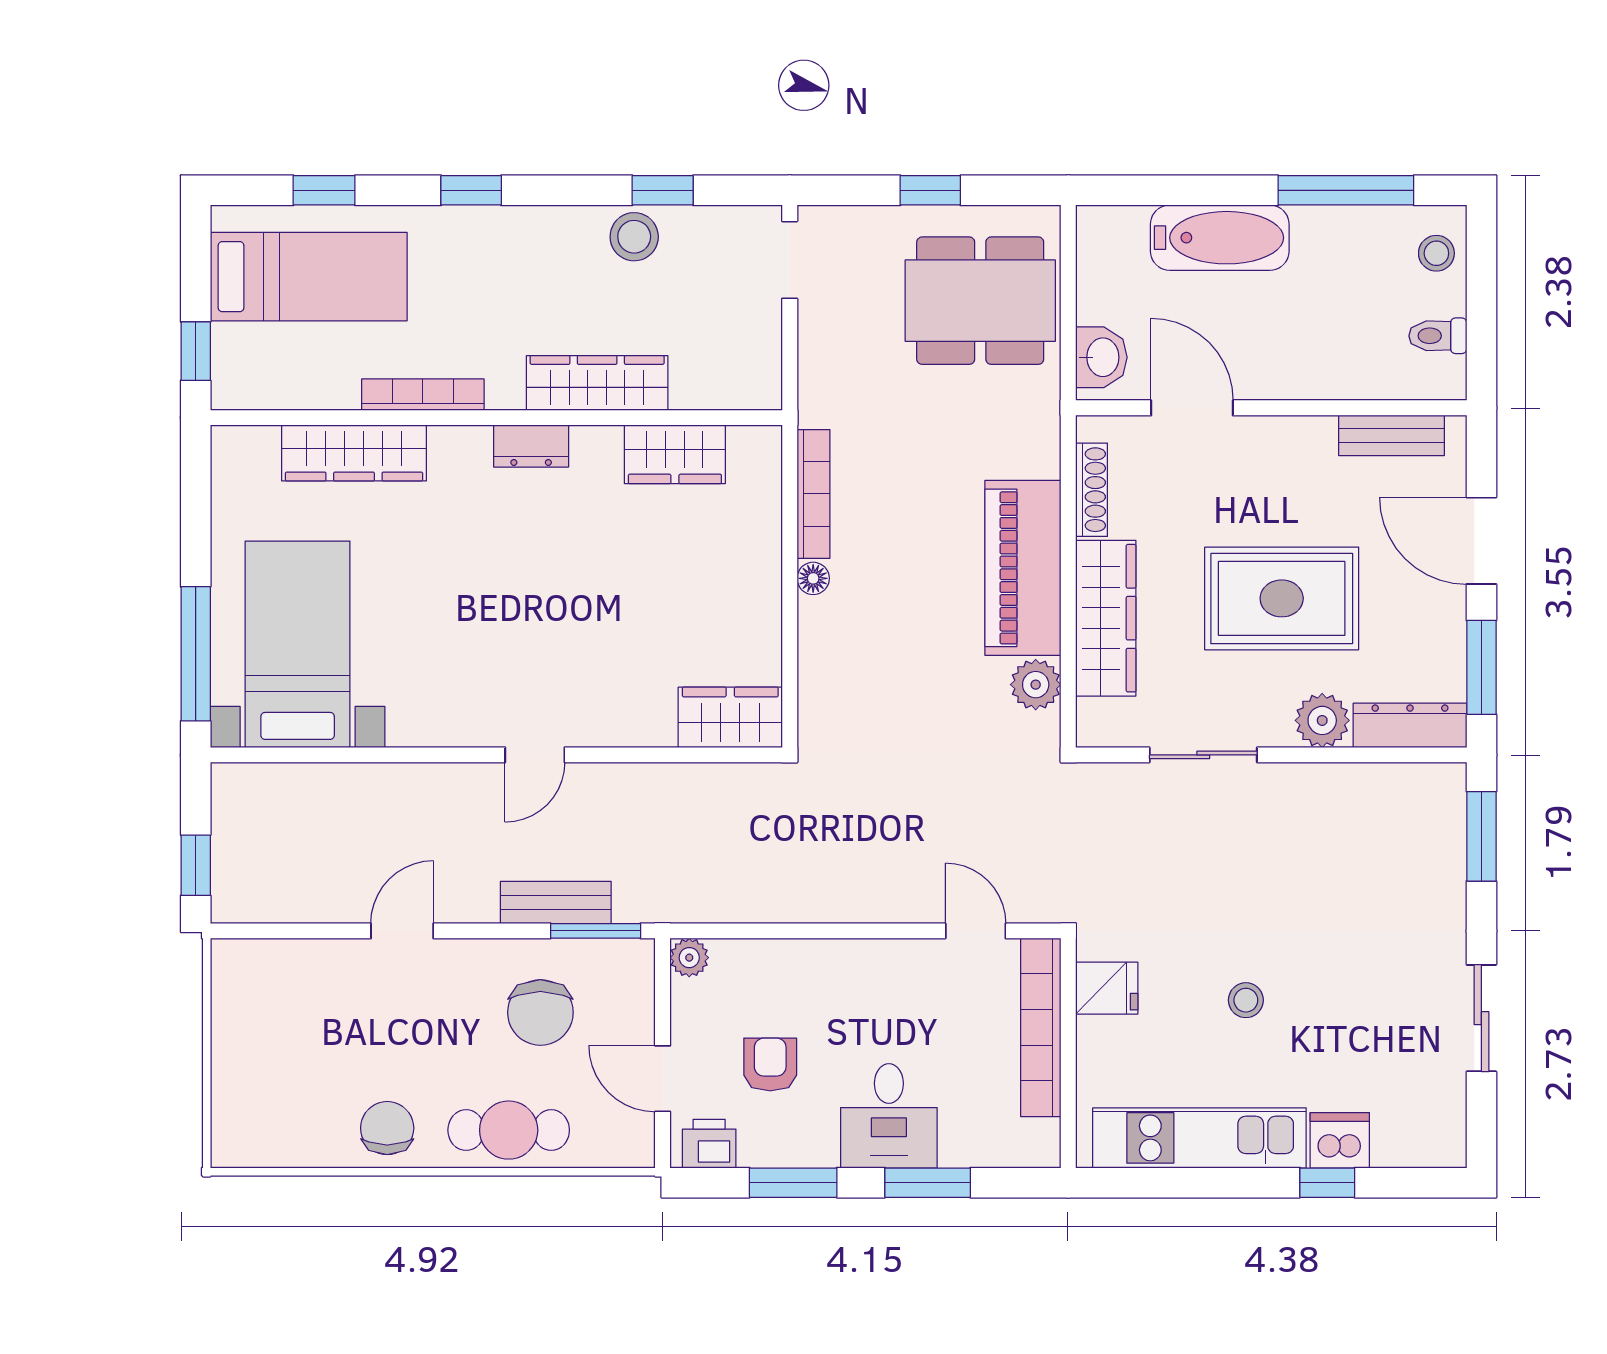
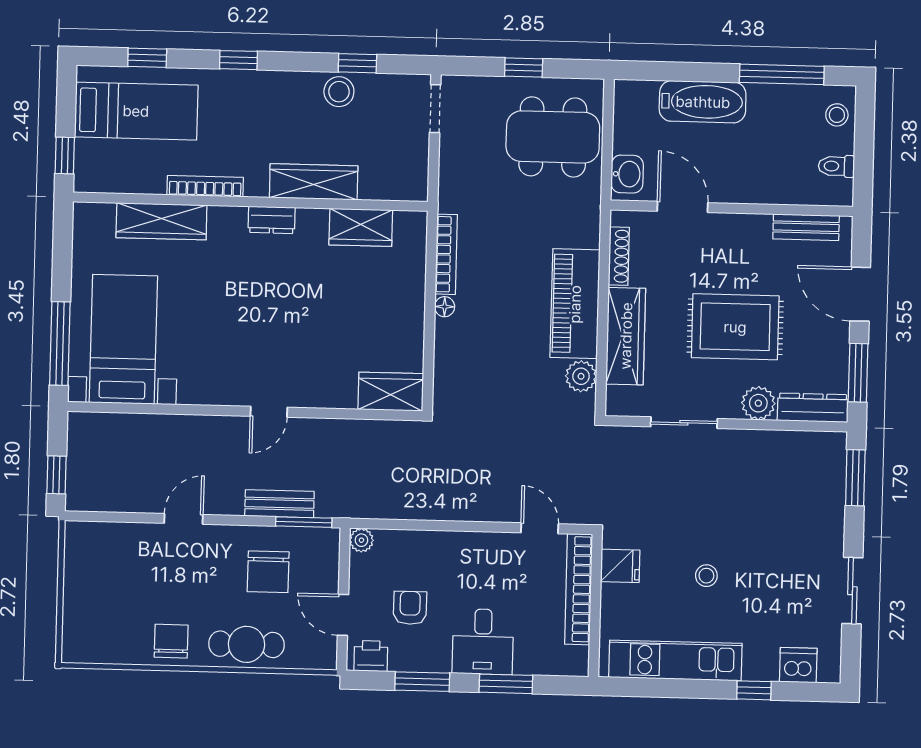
dishwasher: (1340, 1140) -> (798, 665), moved

